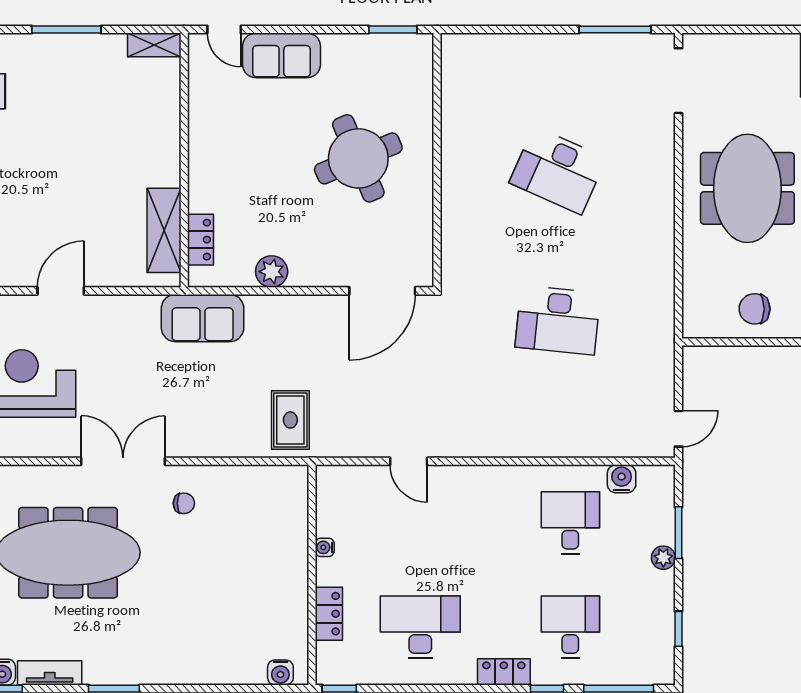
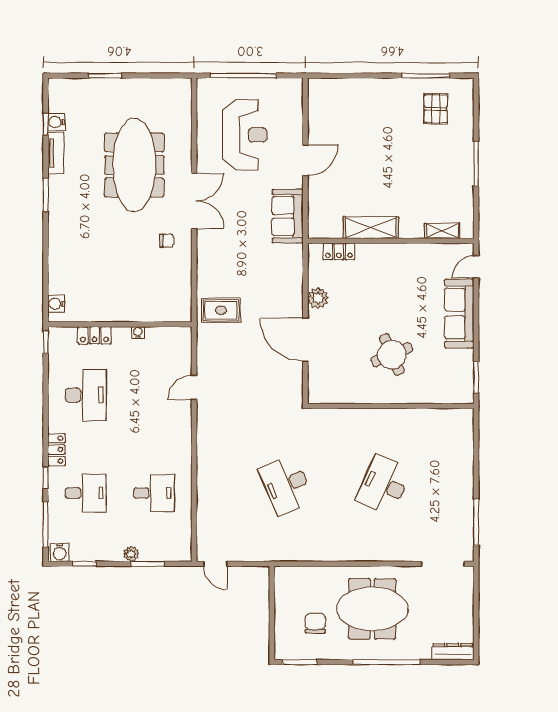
shelving: (154, 45) -> (442, 231), moved, turned 90
sofa: (281, 55) -> (459, 314), width x1.36
round table: (358, 158) -> (392, 355), width x0.73, depth x0.73
shelving: (164, 230) -> (371, 228), moved
door: (61, 291) -> (305, 160), hinge flipped
door: (382, 291) -> (305, 340), moved
chair: (755, 309) -> (315, 623), moved
sofa: (203, 318) -> (288, 216), moved
desk: (558, 320) -> (286, 485), turned -30
water cooler: (622, 479) -> (60, 552), moved, turned 90
chair: (184, 503) -> (167, 241), turned -90

